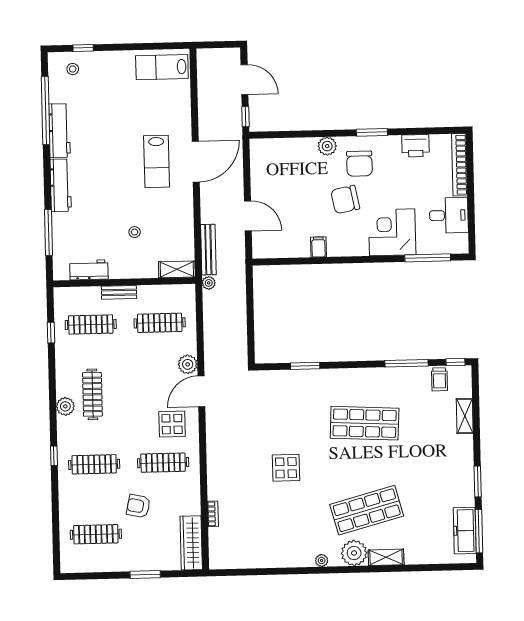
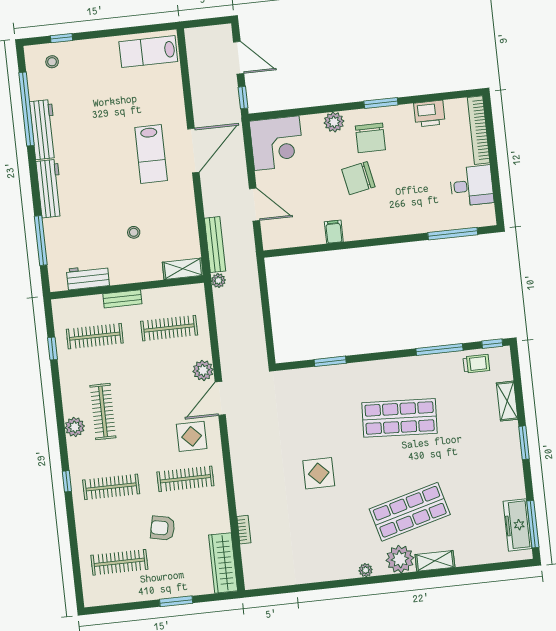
corner desk: (392, 232) -> (277, 143), moved, turned 180
trolley: (439, 379) -> (476, 364), turned -90
window: (478, 481) -> (524, 443), moved

